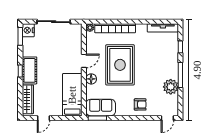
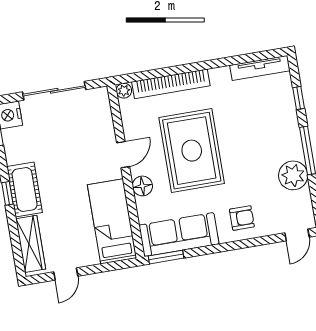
sofa: (101, 108) -> (179, 235), width x1.36

